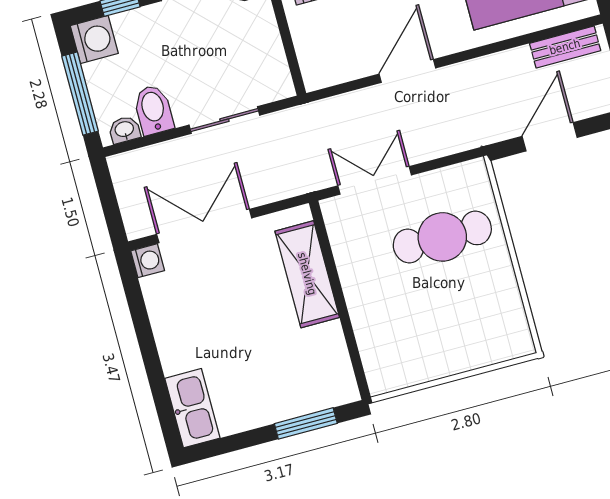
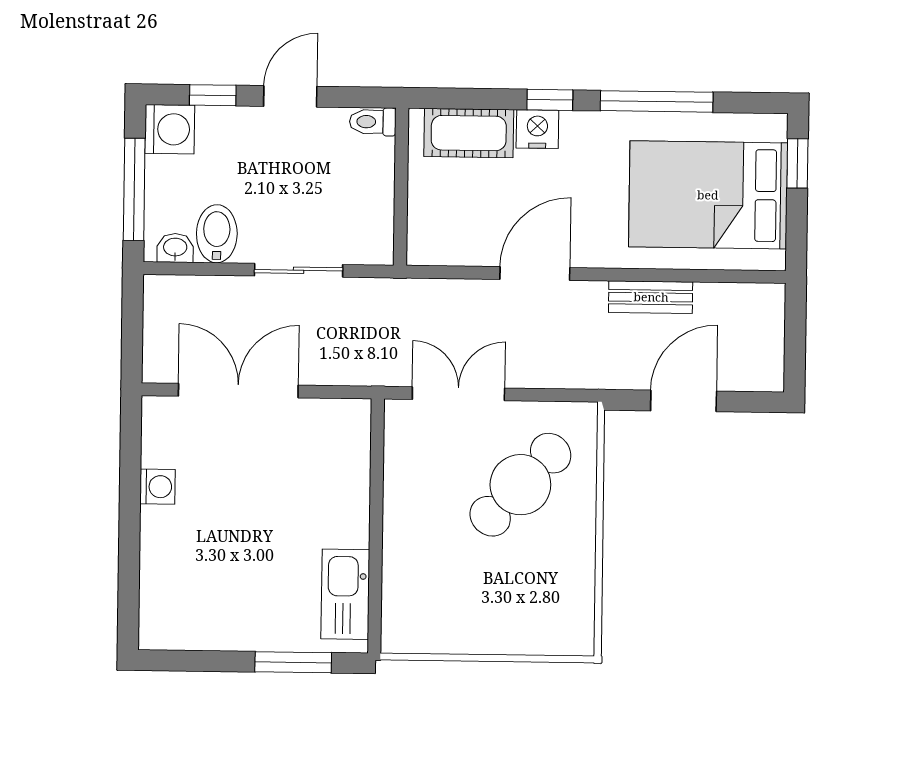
bench: (565, 47) -> (651, 297), moved
cafe table: (442, 237) -> (520, 485), turned -47
washing machine: (148, 261) -> (158, 487), moved
shelving: (307, 274) -> (346, 484), removed
kitchen sink: (192, 408) -> (345, 594), moved, turned 180

